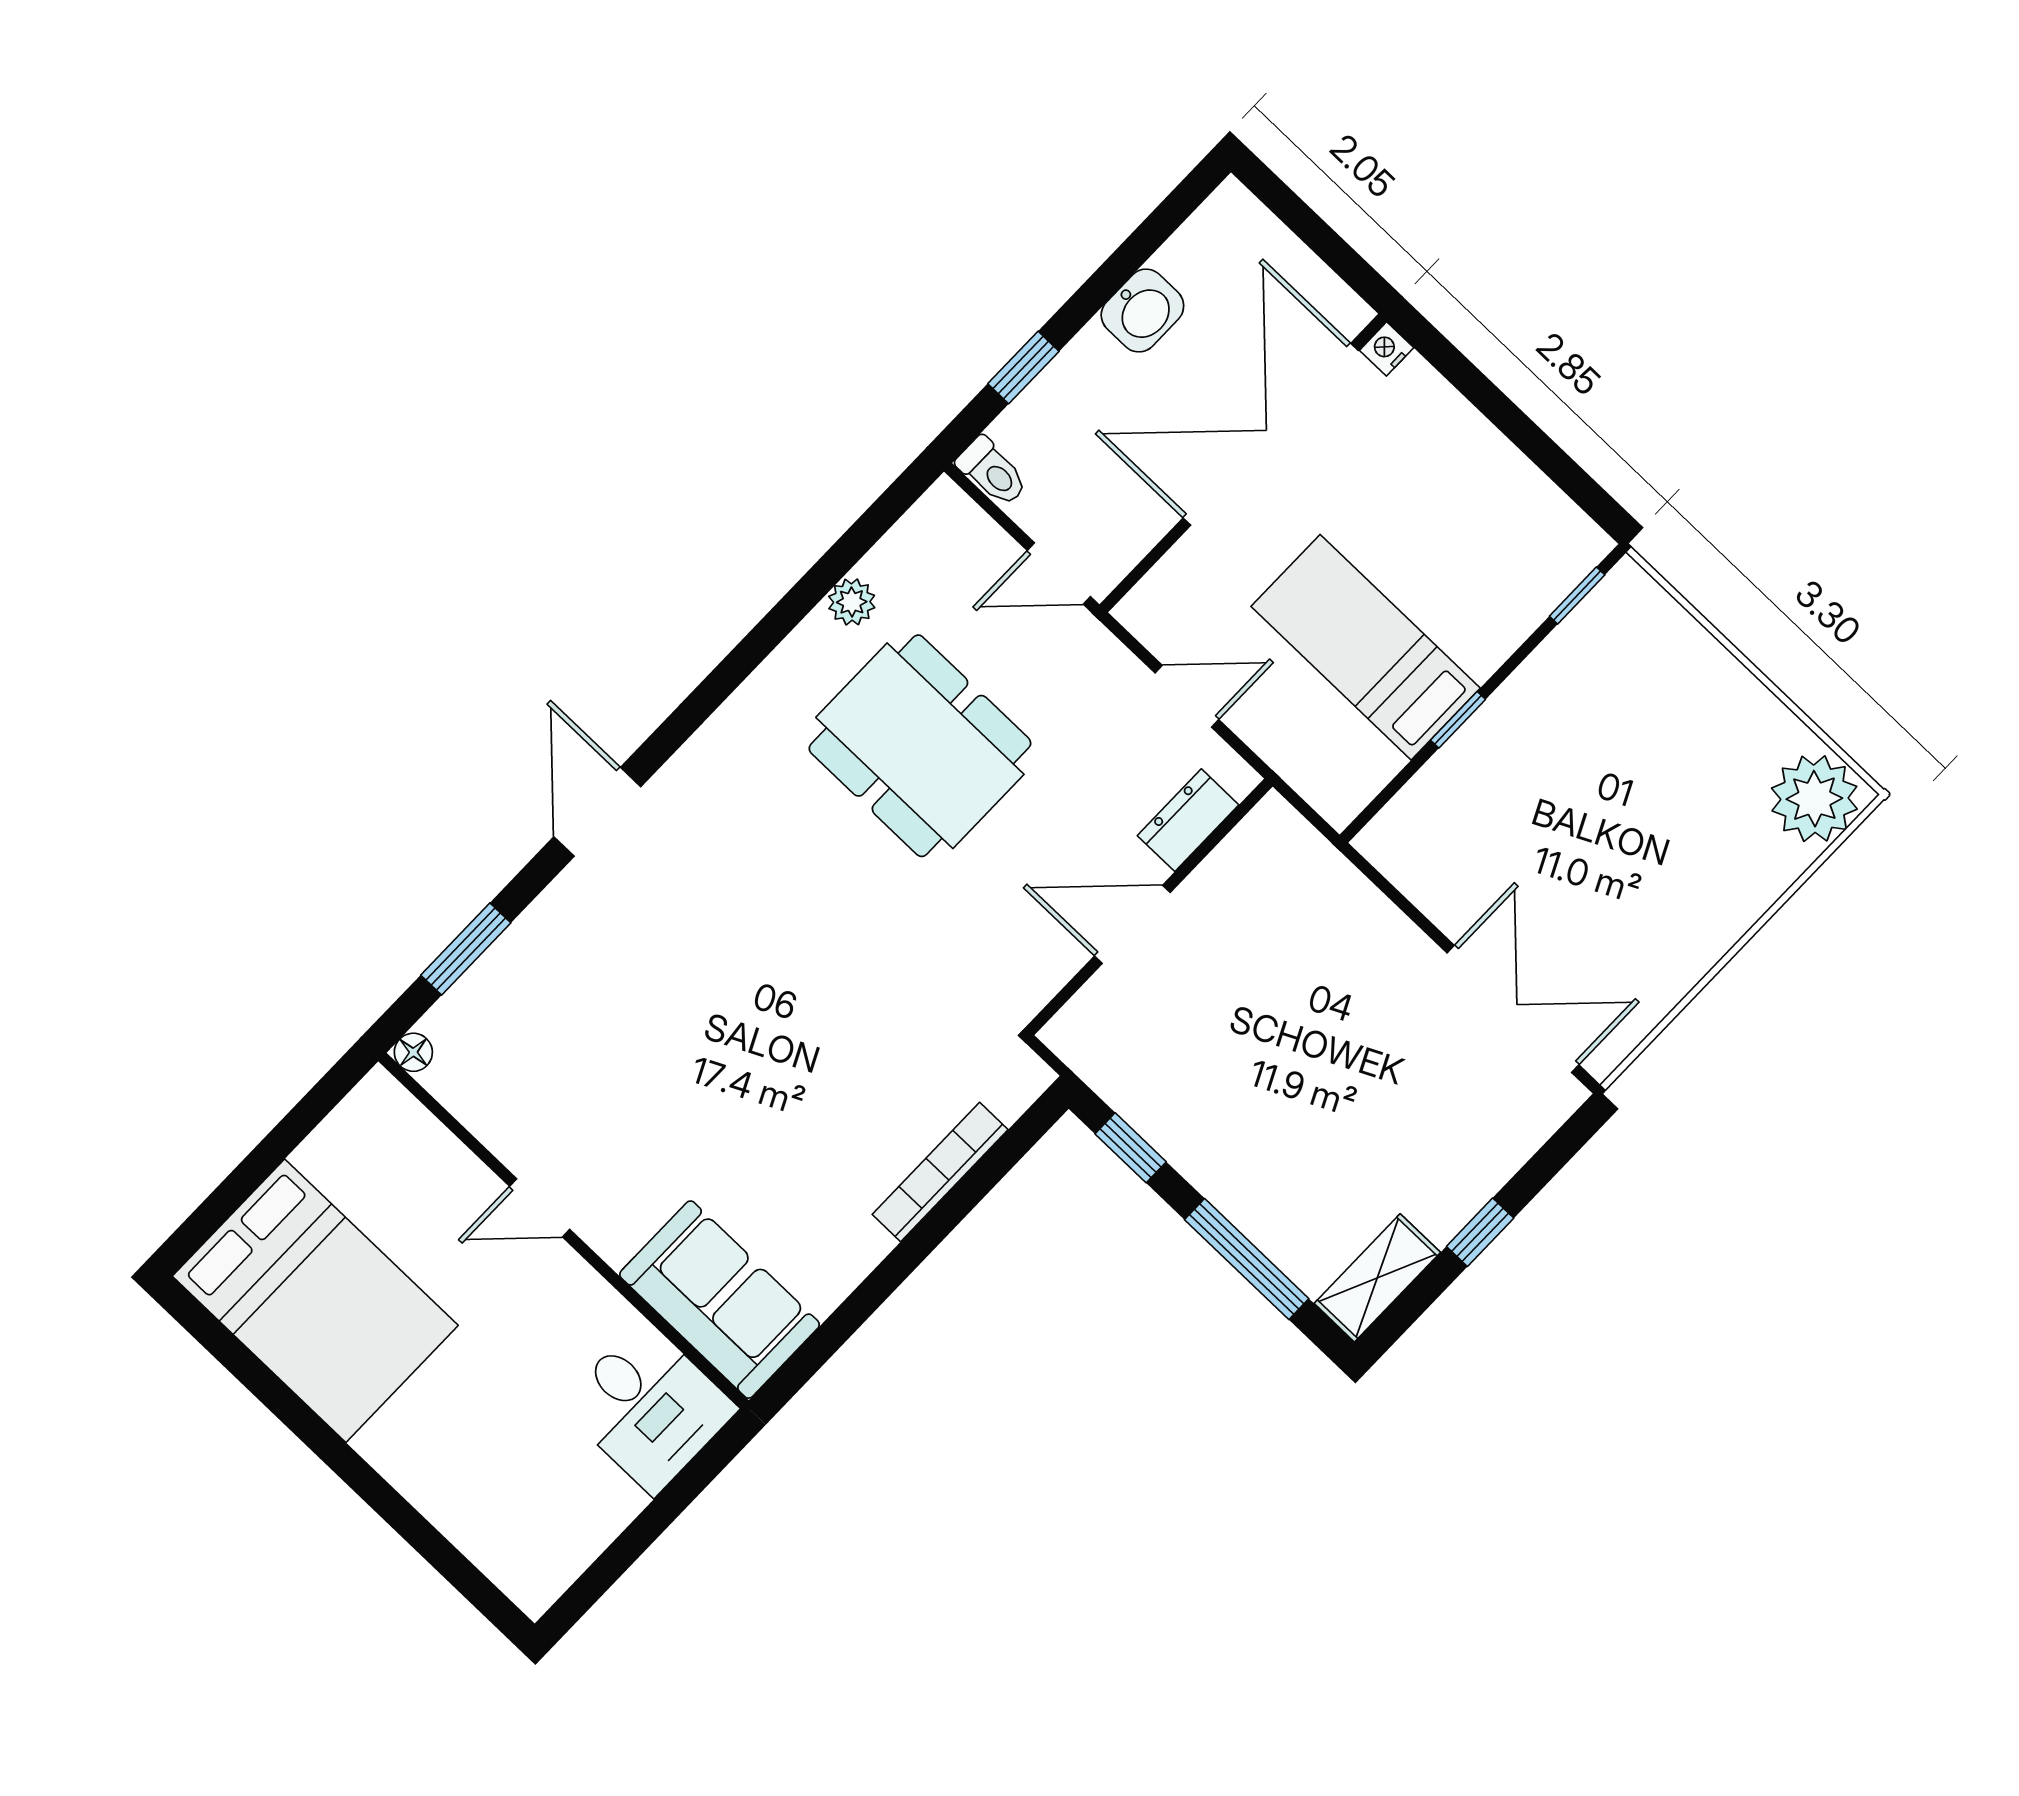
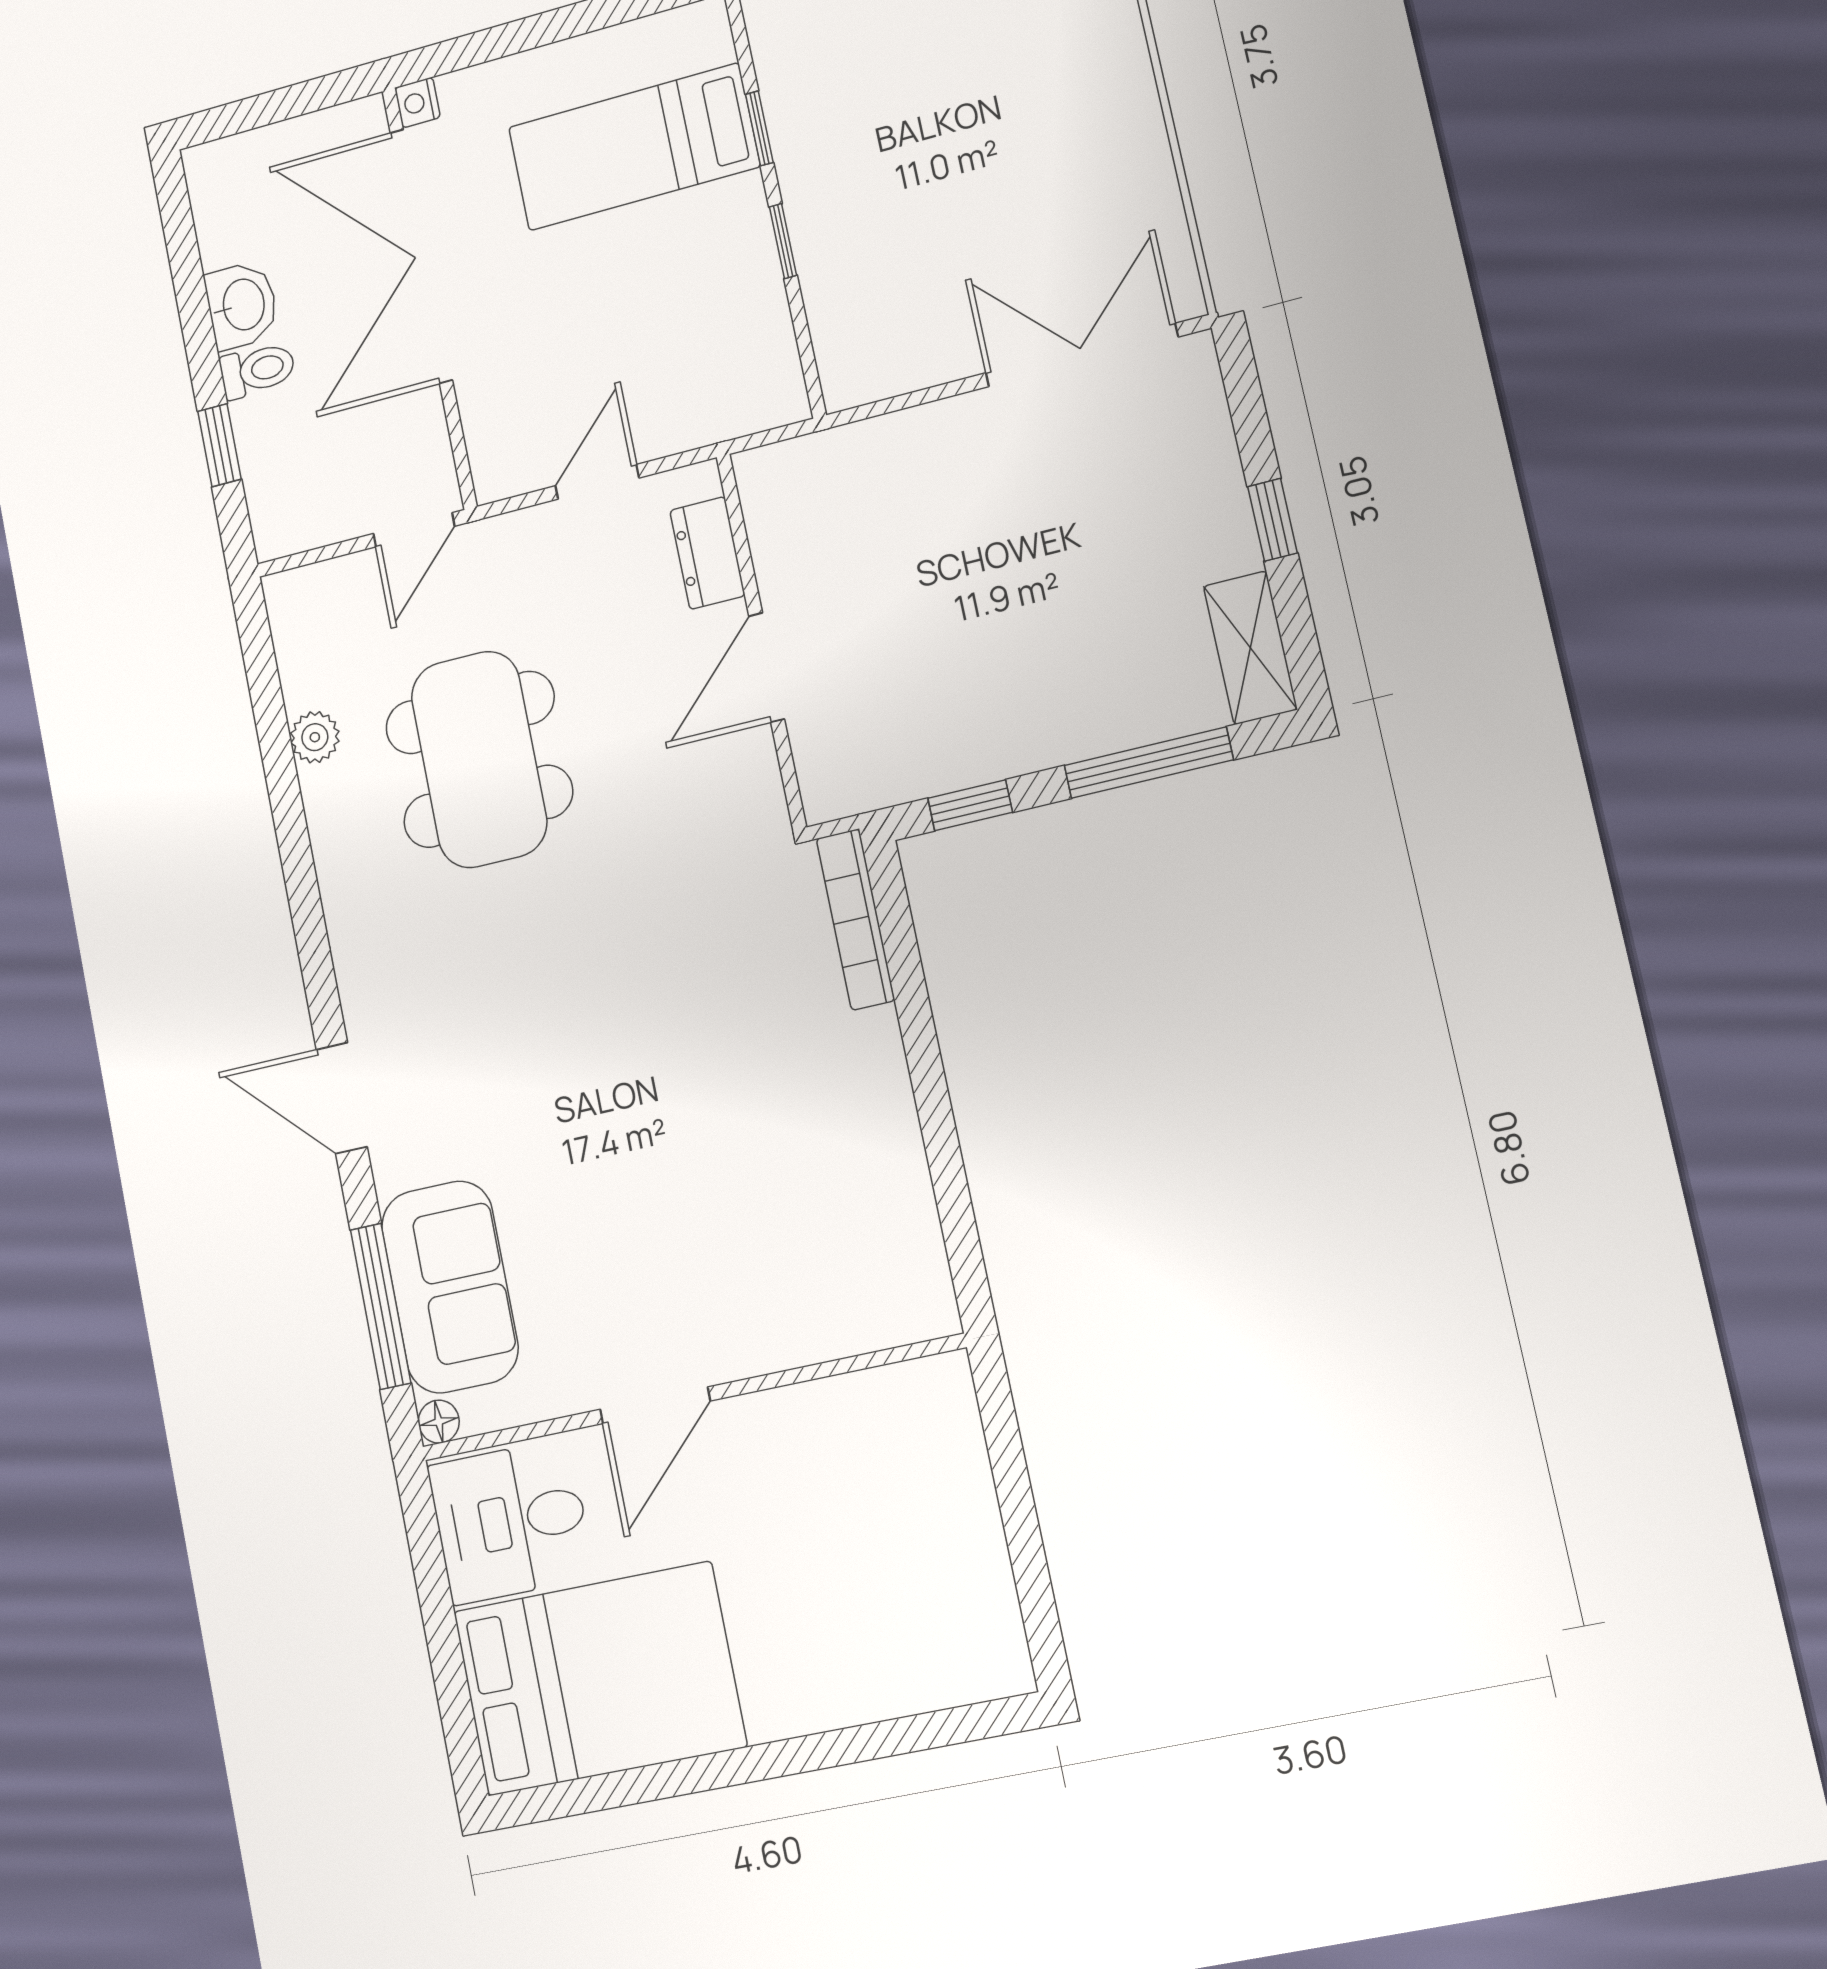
toilet: (992, 472) -> (257, 370), moved
window: (1577, 596) -> (759, 128), moved
bed: (1366, 647) -> (634, 147), moved
dining table: (920, 746) -> (479, 759), turned 90
window: (466, 949) -> (381, 1306), width x1.44
bookcase: (940, 1172) -> (856, 919), moved
door: (540, 1208) -> (655, 1405), width x1.38
sofa: (720, 1300) -> (450, 1287), moved, turned 90
desk: (648, 1407) -> (511, 1522), moved, turned 180

